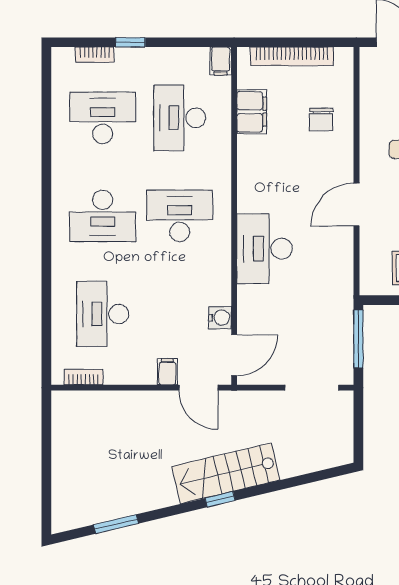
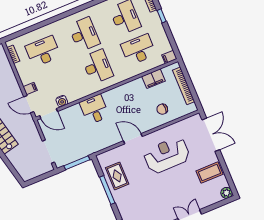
desk: (103, 216) -> (84, 34), turned 180
desk: (264, 249) -> (94, 109), width x0.73
door: (198, 388) -> (29, 104), hinge flipped

